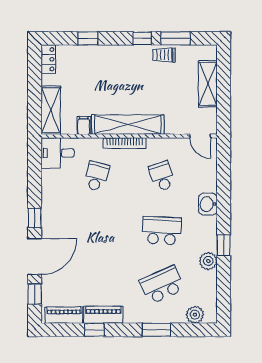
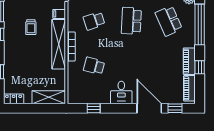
trolley: (164, 55) -> (31, 27), moved
filing cabinet: (84, 125) -> (59, 14), moved
desk: (58, 153) -> (121, 93), moved
window: (35, 218) -> (94, 108), moved
window: (156, 330) -> (200, 25), width x2.11

